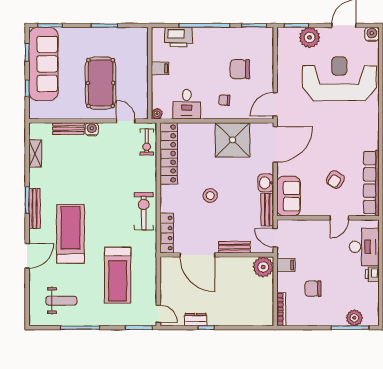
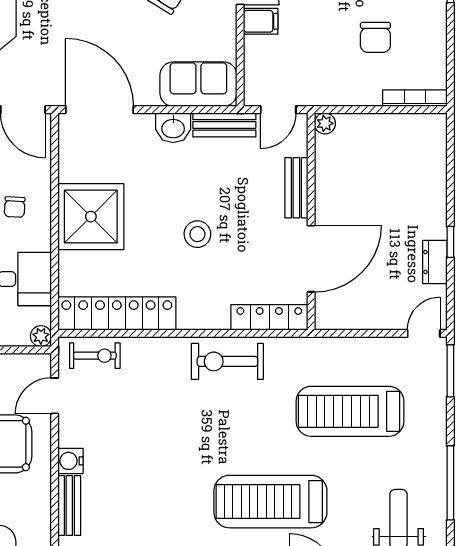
shower: (233, 140) -> (91, 217), moved
filing cabinet: (286, 265) -> (261, 21), moved, turned 90
plant: (263, 267) -> (325, 123), width x0.53, depth x0.53
treadmill: (118, 275) -> (350, 411), turned 180

